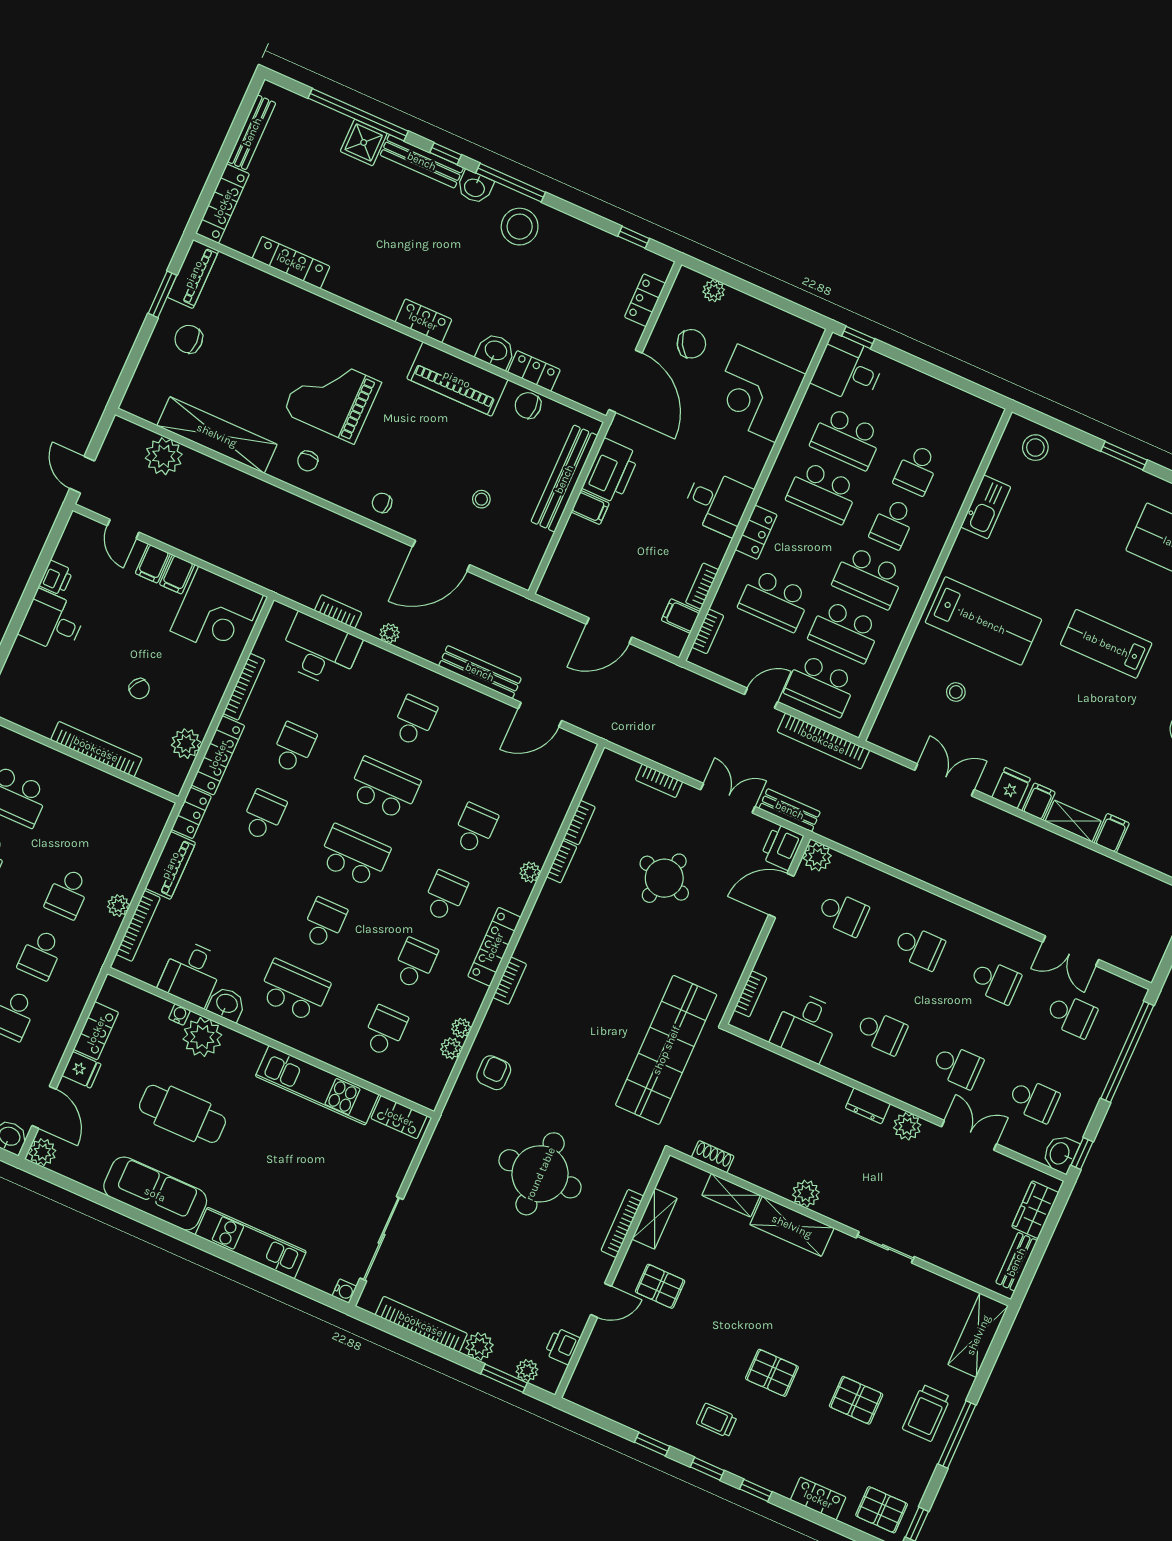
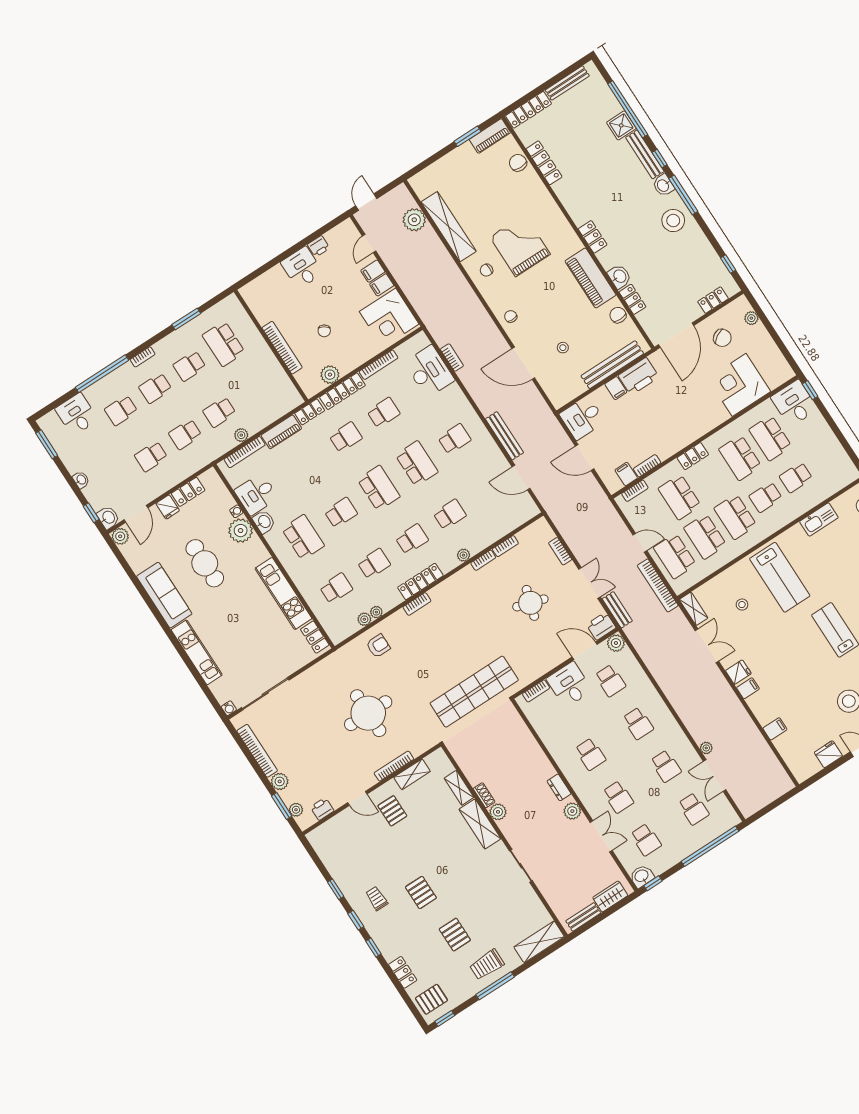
chair: (189, 339) -> (518, 163), moved
desk: (717, 502) -> (582, 418), moved, turned 90
plant: (390, 633) -> (706, 748), moved
shelving: (1073, 821) -> (694, 609), moved
desk: (806, 1027) -> (569, 685), moved, turned 90
shoe rack: (713, 1157) -> (484, 795), moved
pallet: (882, 1510) -> (431, 999), turned 90

